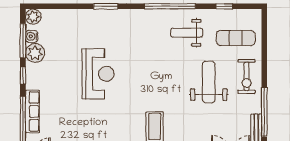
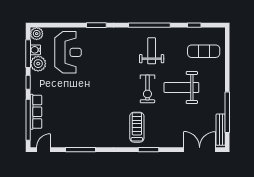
weight bench: (187, 33) -> (152, 51), moved, turned 90
reception desk: (98, 74) -> (68, 52), moved
exercise bike: (247, 76) -> (147, 89), moved
weight bench: (209, 82) -> (181, 88), turned -90

